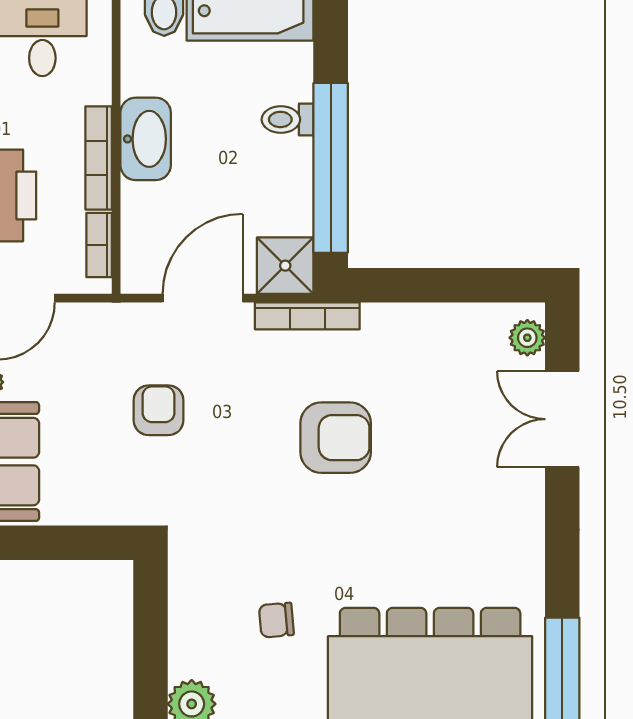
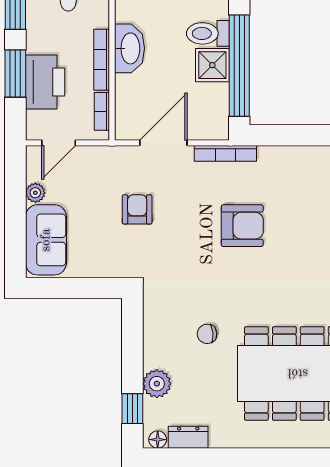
toilet: (288, 119) -> (208, 33), width x1.37, depth x1.39
shower: (285, 266) -> (212, 65), moved

